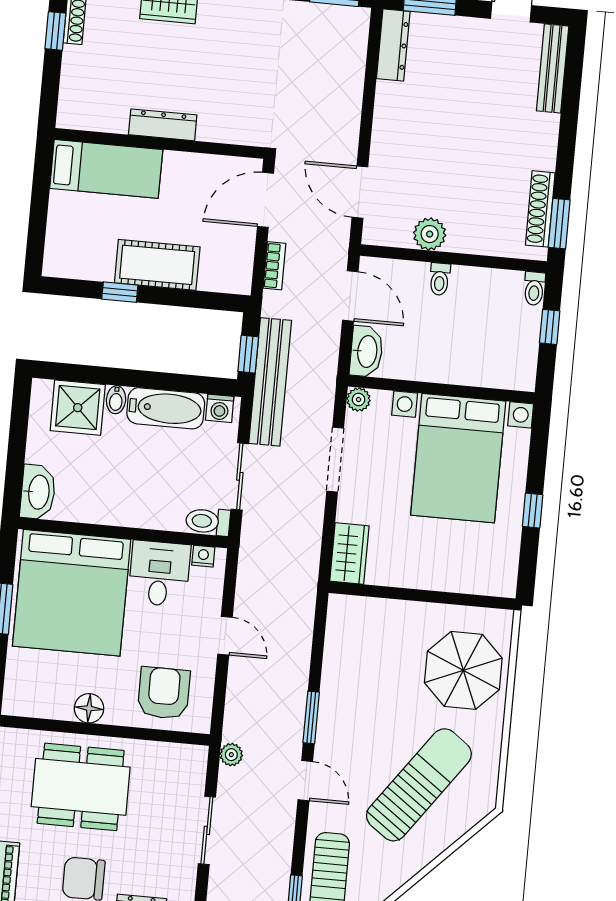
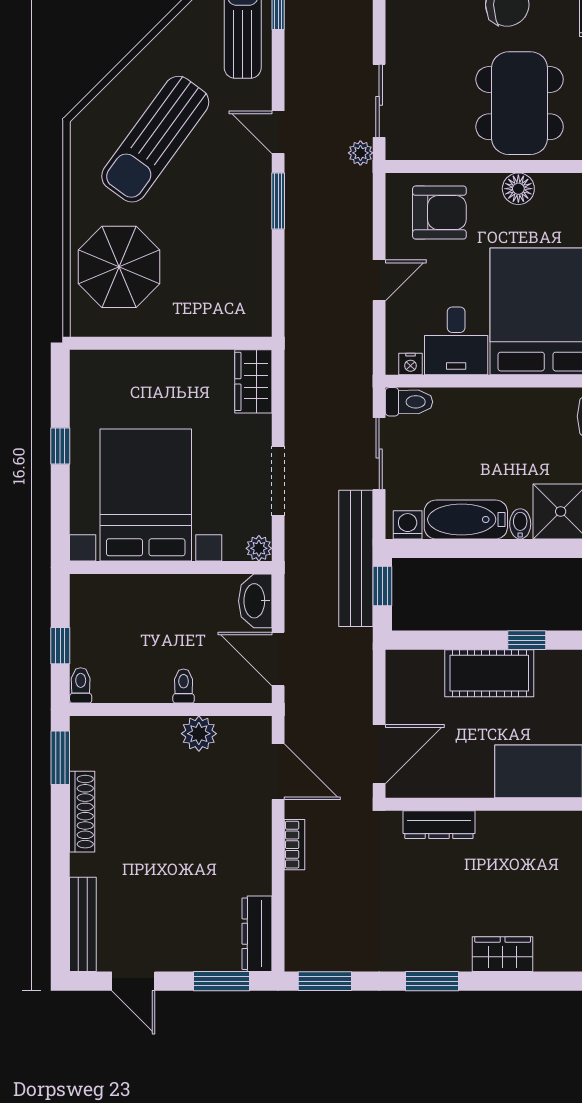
dresser: (163, 125) -> (439, 825), moved
shoe rack: (540, 209) -> (82, 812), moved
bookcase: (275, 266) -> (294, 845), moved, turned 180
door: (225, 636) -> (379, 280), swing flipped
armchair: (164, 693) -> (439, 213), turned -90
dining table: (81, 787) -> (520, 103), turned 90
sliding door: (207, 830) -> (379, 101), moved

